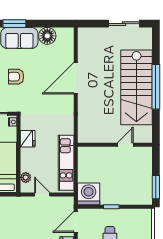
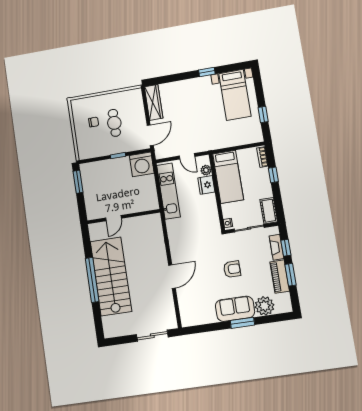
sliding door: (124, 24) -> (152, 336), moved
floor lamp: (47, 36) -> (207, 315), removed
door: (76, 78) -> (172, 277), width x0.73
fridge: (28, 139) -> (206, 185), moved

